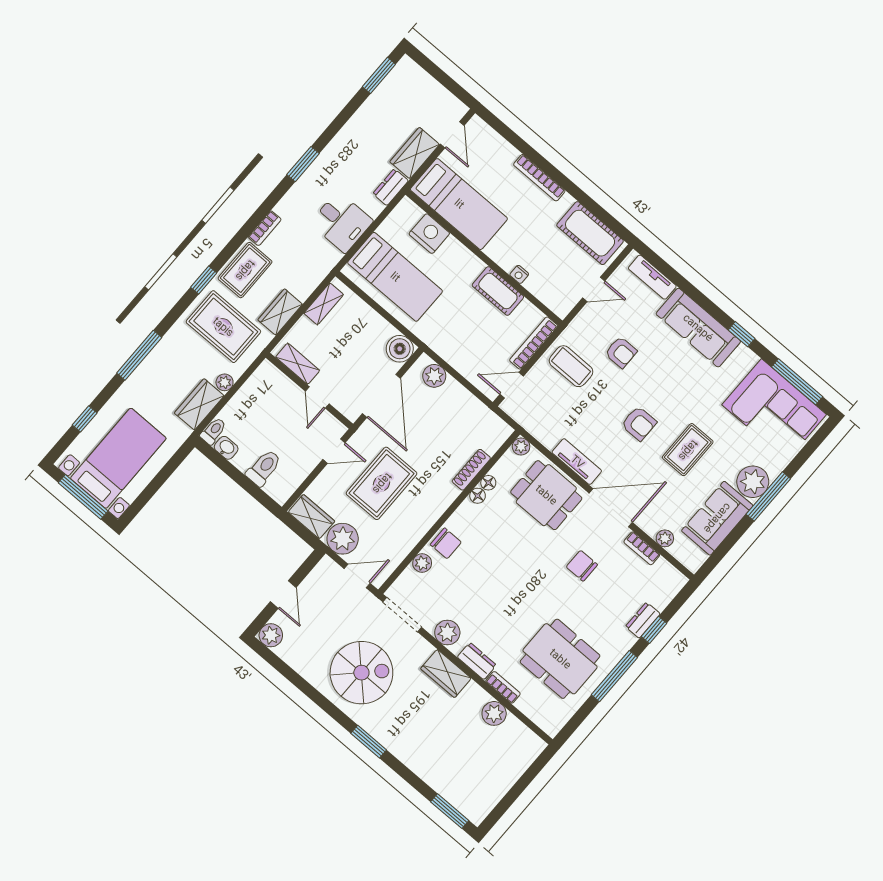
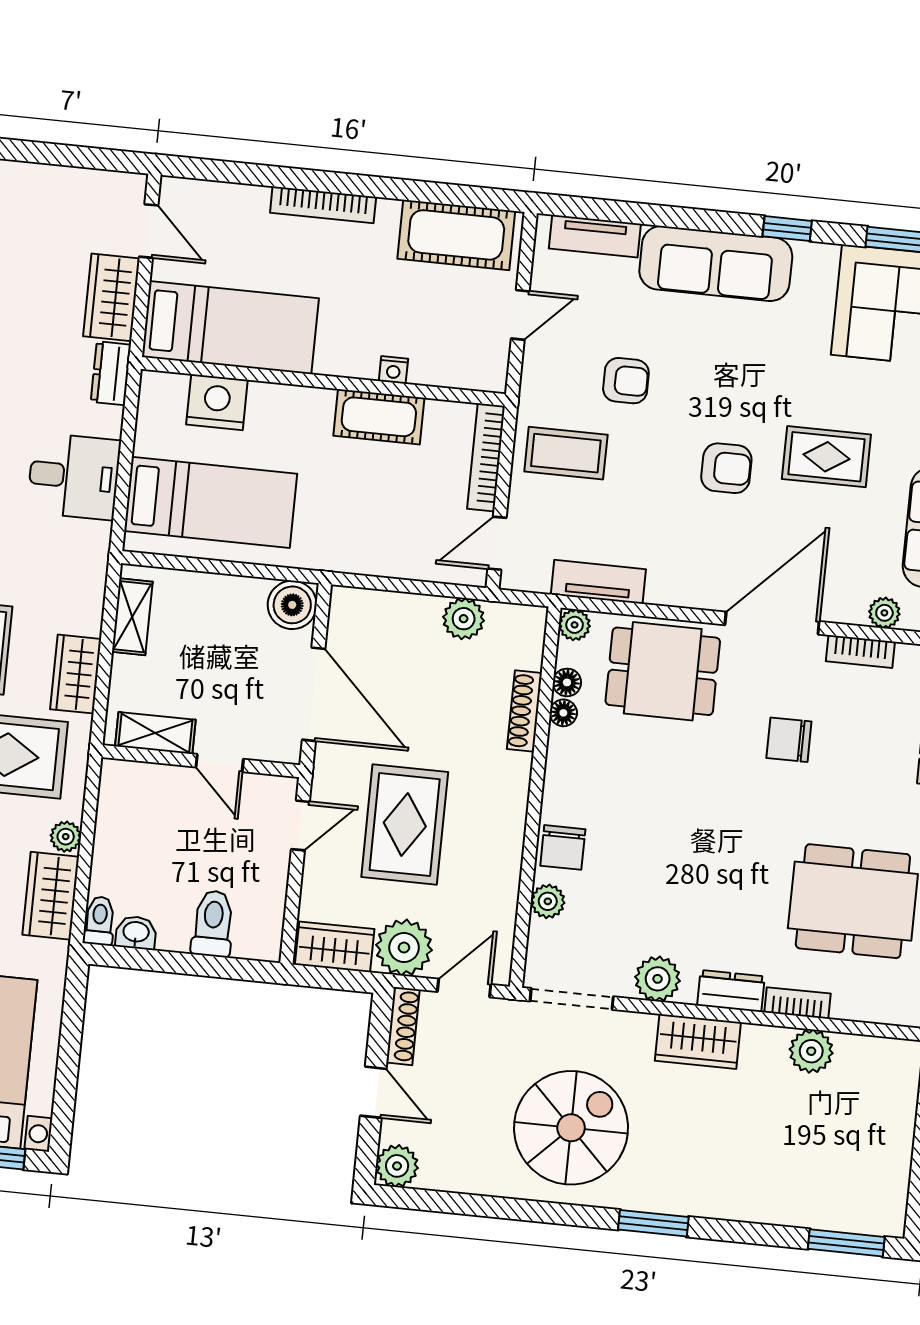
plant: (434, 376) -> (464, 619), moved
rug: (688, 450) -> (826, 457), turned 90
tv unit: (577, 462) -> (598, 582), moved
floor lamp: (478, 496) -> (567, 682), moved
chair: (446, 543) -> (563, 847), turned 90
shoe rack: (317, 574) -> (403, 1026), added

